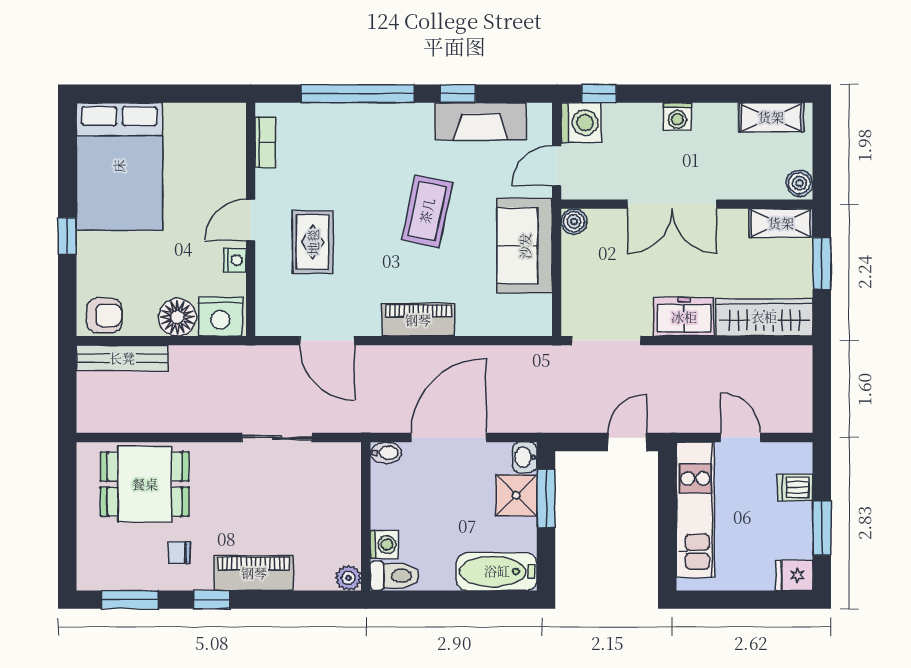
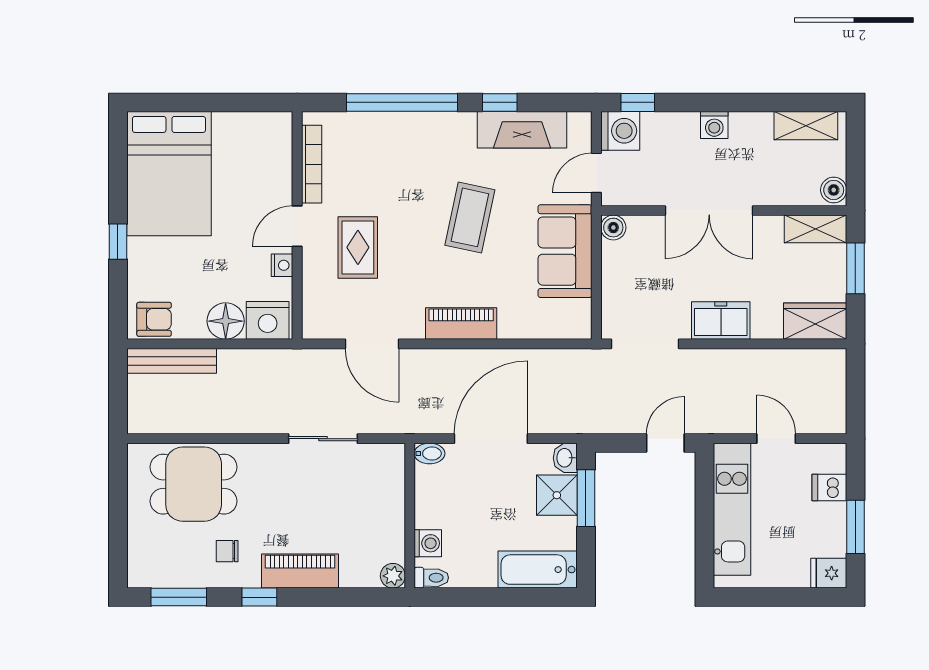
bookcase: (265, 142) -> (312, 164), width x1.56
wardrobe: (764, 317) -> (815, 321), width x0.67
toilet: (395, 576) -> (431, 578), width x0.73, depth x0.72

